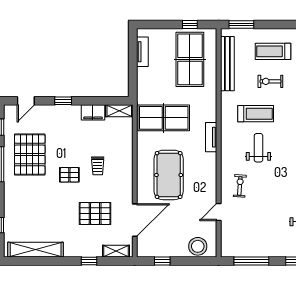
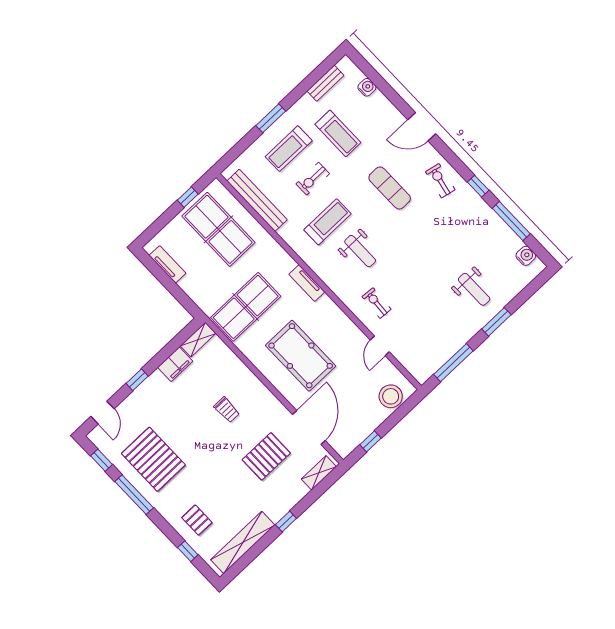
window: (241, 25) -> (271, 118), moved
weight bench: (258, 148) -> (360, 251), turned 180
pallet: (69, 175) -> (197, 520), moved, turned 90
window: (89, 261) -> (286, 522), moved

